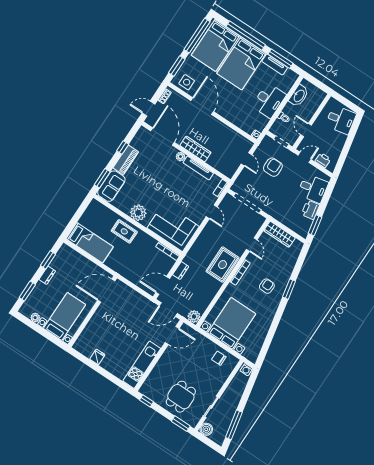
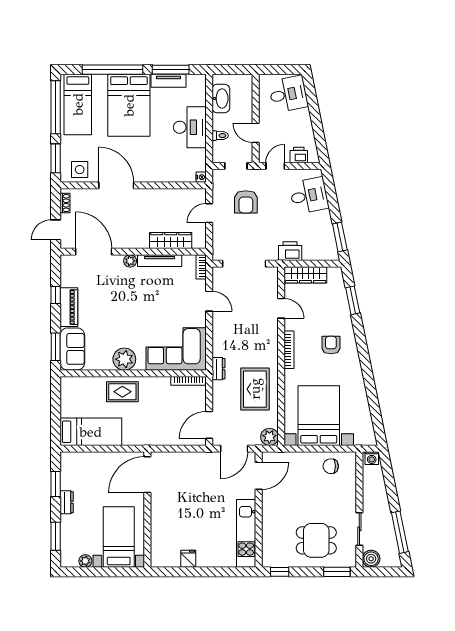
bed: (215, 45) -> (78, 104), width x0.67
wardrobe: (196, 149) -> (171, 240), moved
door: (246, 159) -> (209, 213), swing flipped
armchair: (273, 167) -> (246, 202), turned 180
printer: (310, 210) -> (290, 251), moved, turned 101
rug: (223, 265) -> (255, 389), moved
dresser: (181, 271) -> (218, 369), moved
window: (289, 289) -> (353, 300), moved
dining table: (181, 397) -> (316, 540), turned 90

